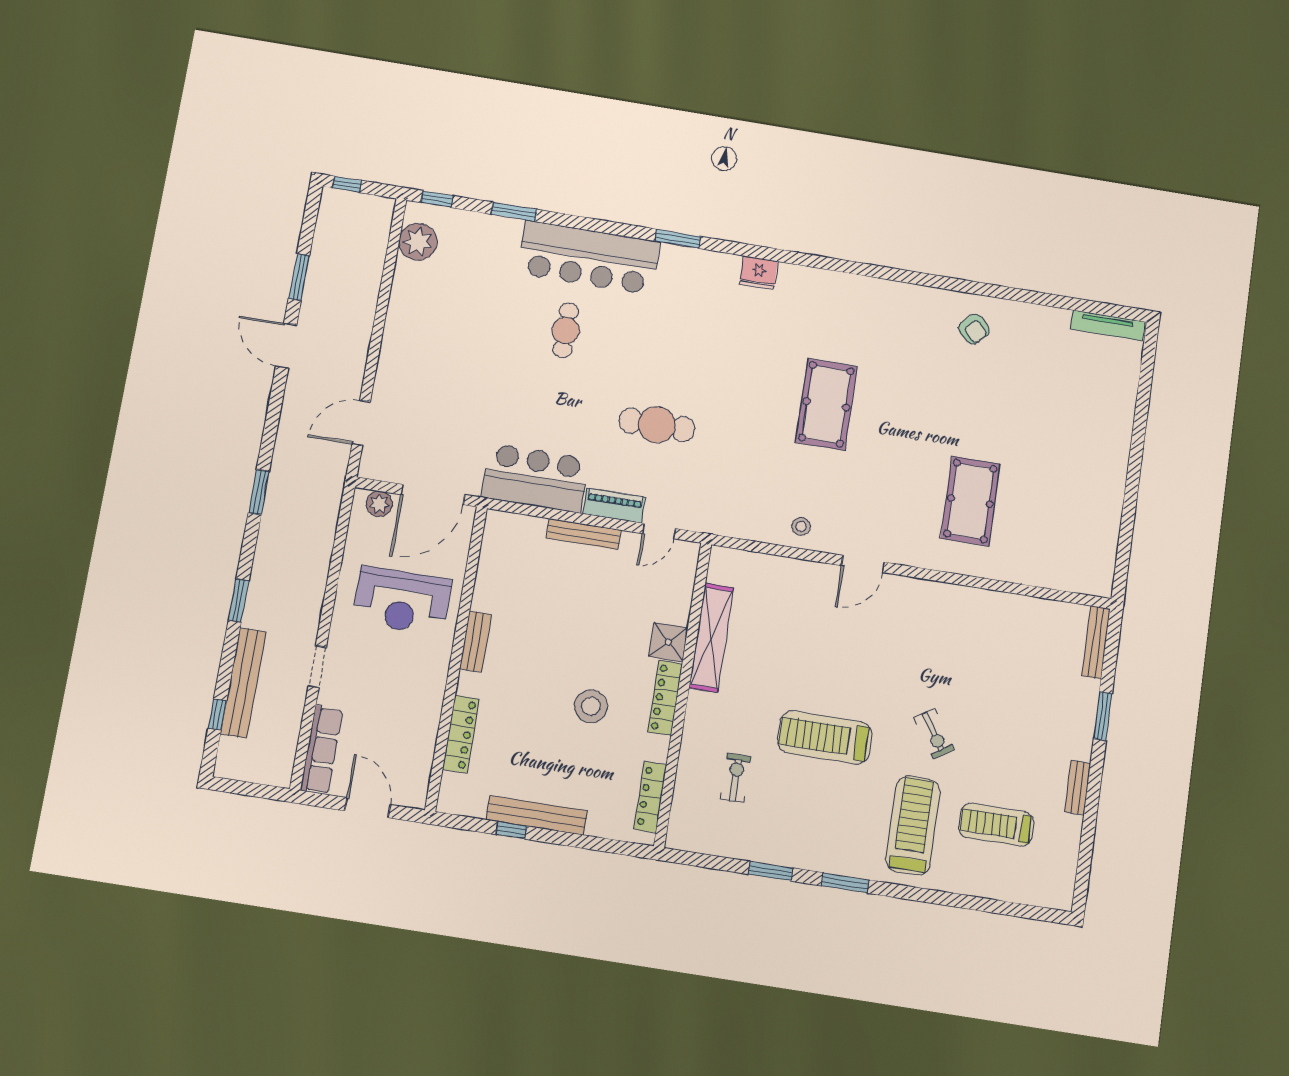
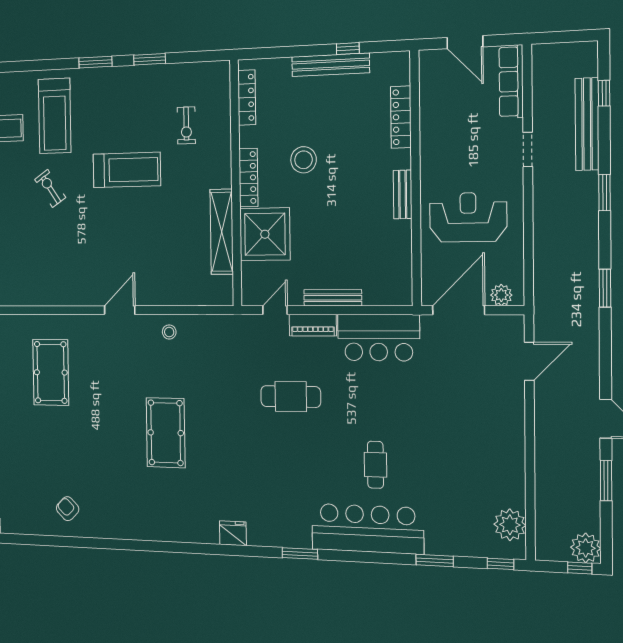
plant: (336, 206) -> (586, 548), added
shower: (668, 642) -> (265, 234), width x1.86, depth x1.86

